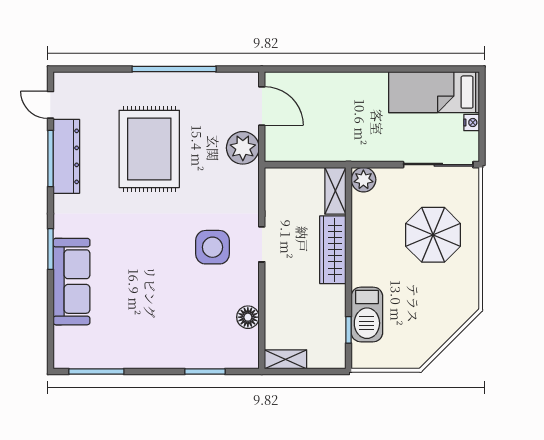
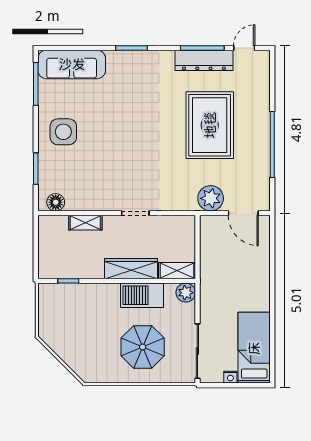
door: (262, 106) -> (243, 213), hinge flipped
rug: (149, 149) -> (210, 125), turned 90
side table: (212, 247) -> (63, 132), moved
sofa: (72, 282) -> (72, 64), moved
barbecue: (367, 314) -> (142, 295), moved
floor lamp: (248, 317) -> (56, 202), moved
shelving: (286, 359) -> (85, 223), moved, turned 90

